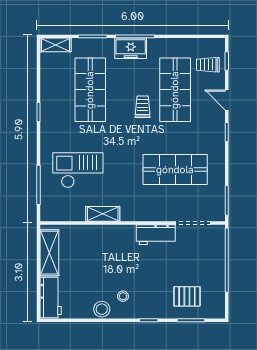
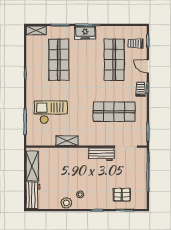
trolley: (143, 107) -> (141, 89), moved

